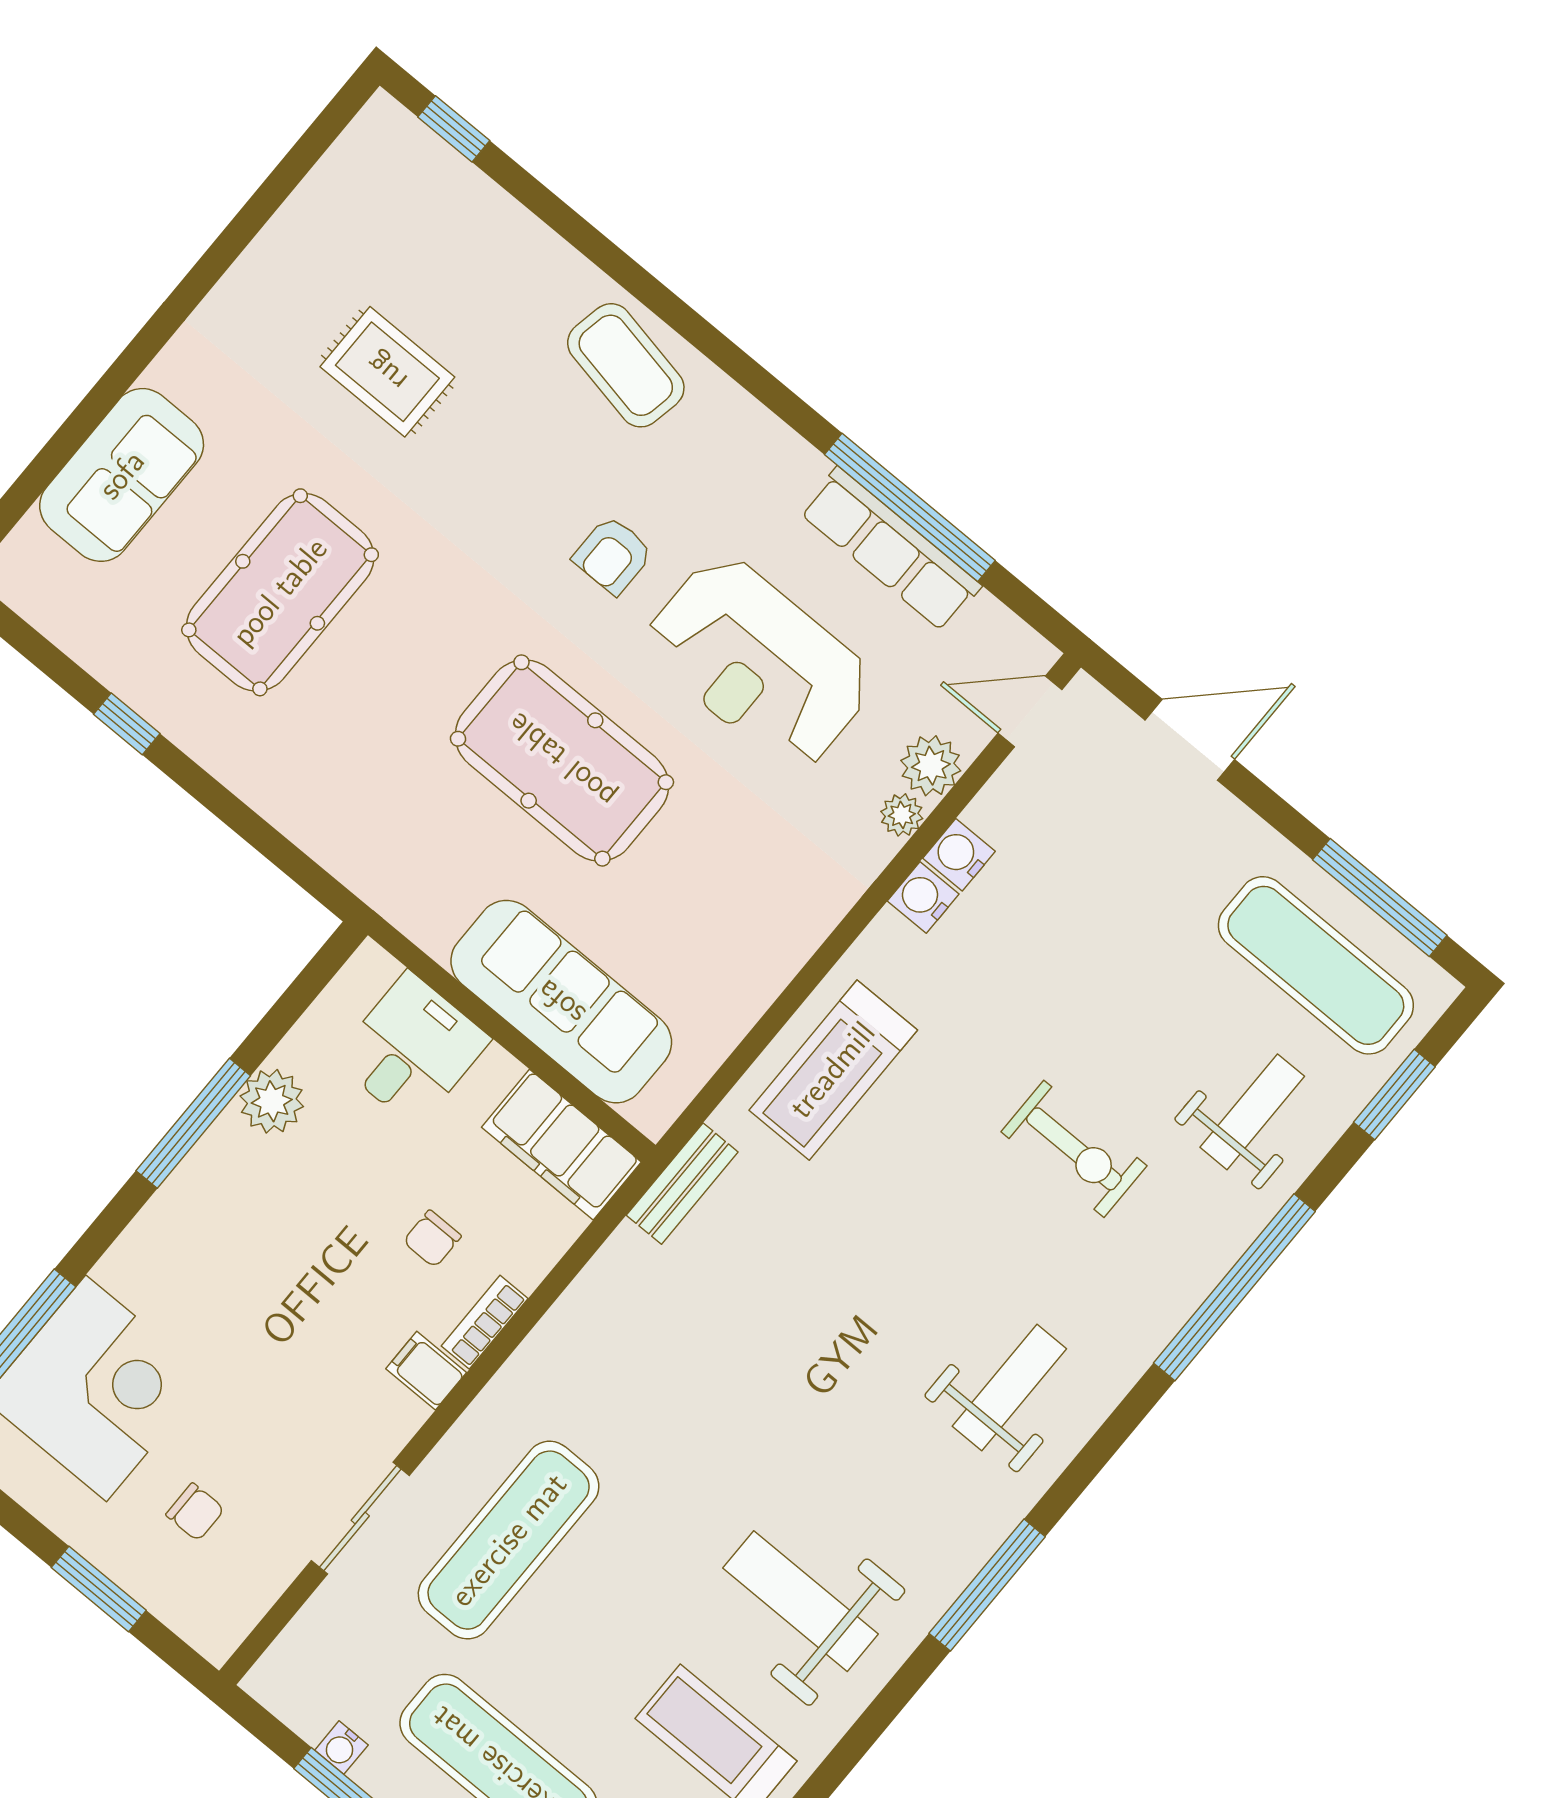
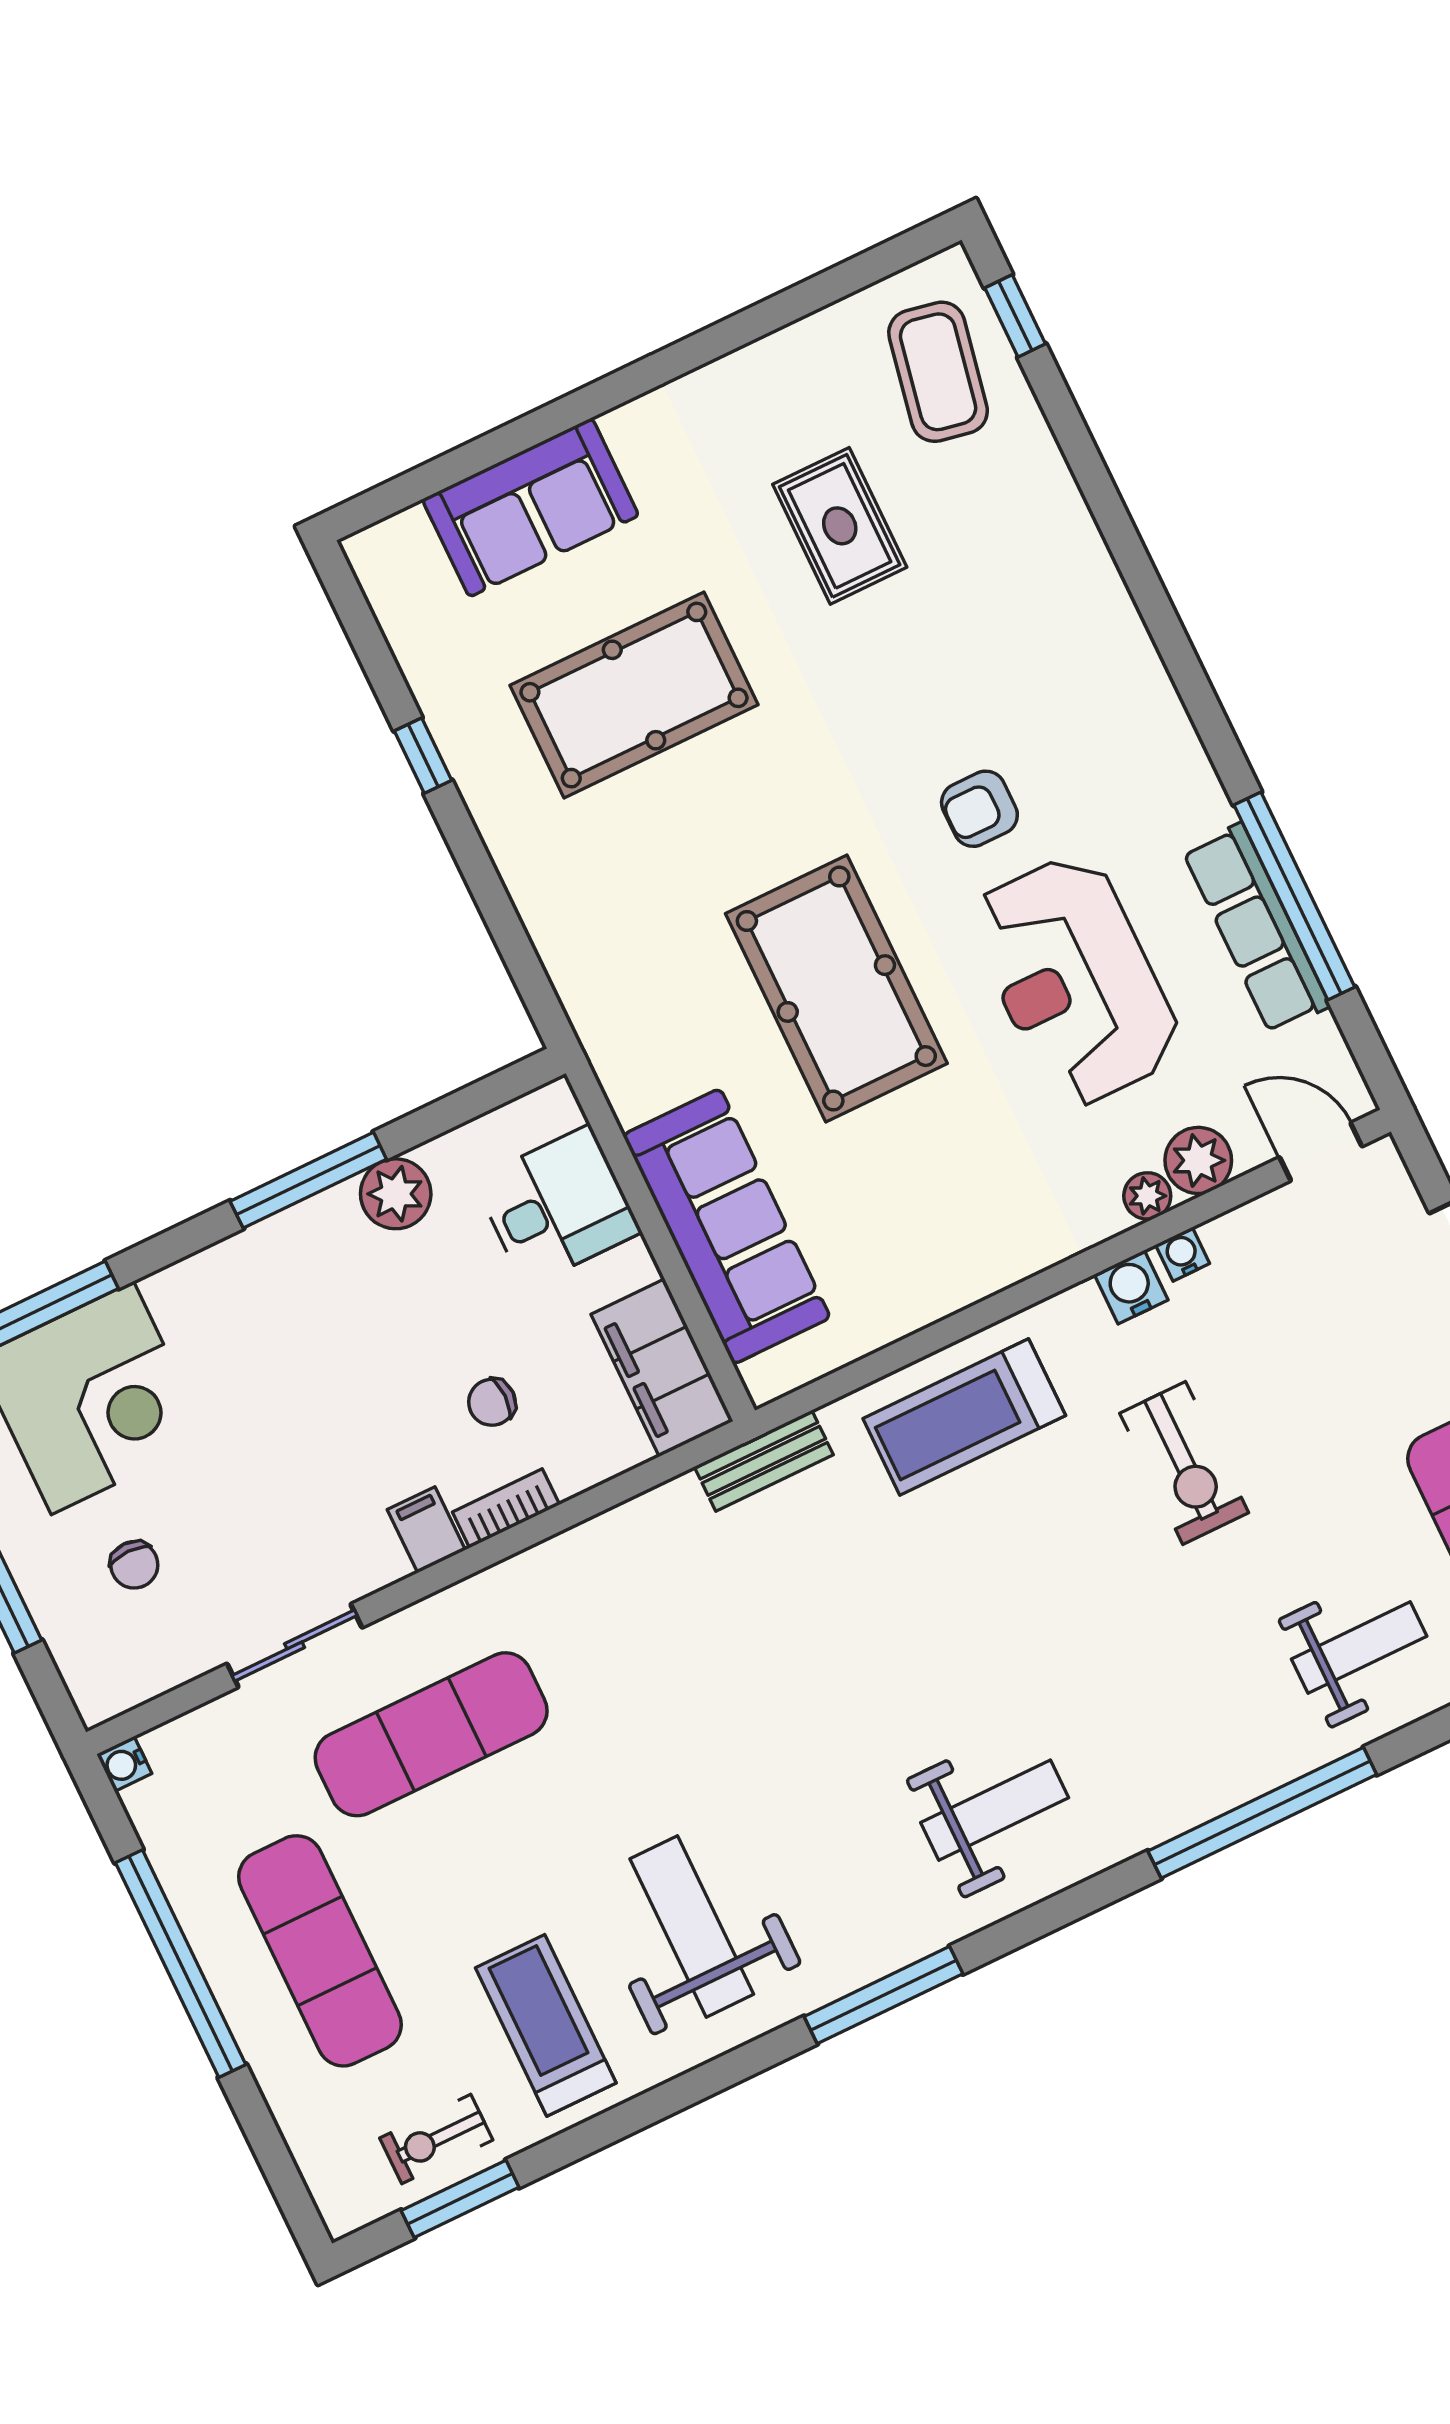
coffee table: (626, 365) -> (938, 372), moved
water cooler: (959, 855) -> (1183, 1254), width x0.72, depth x0.72
exercise bike: (1074, 1149) -> (1184, 1463), moved
water cooler: (341, 1748) -> (124, 1764), moved

